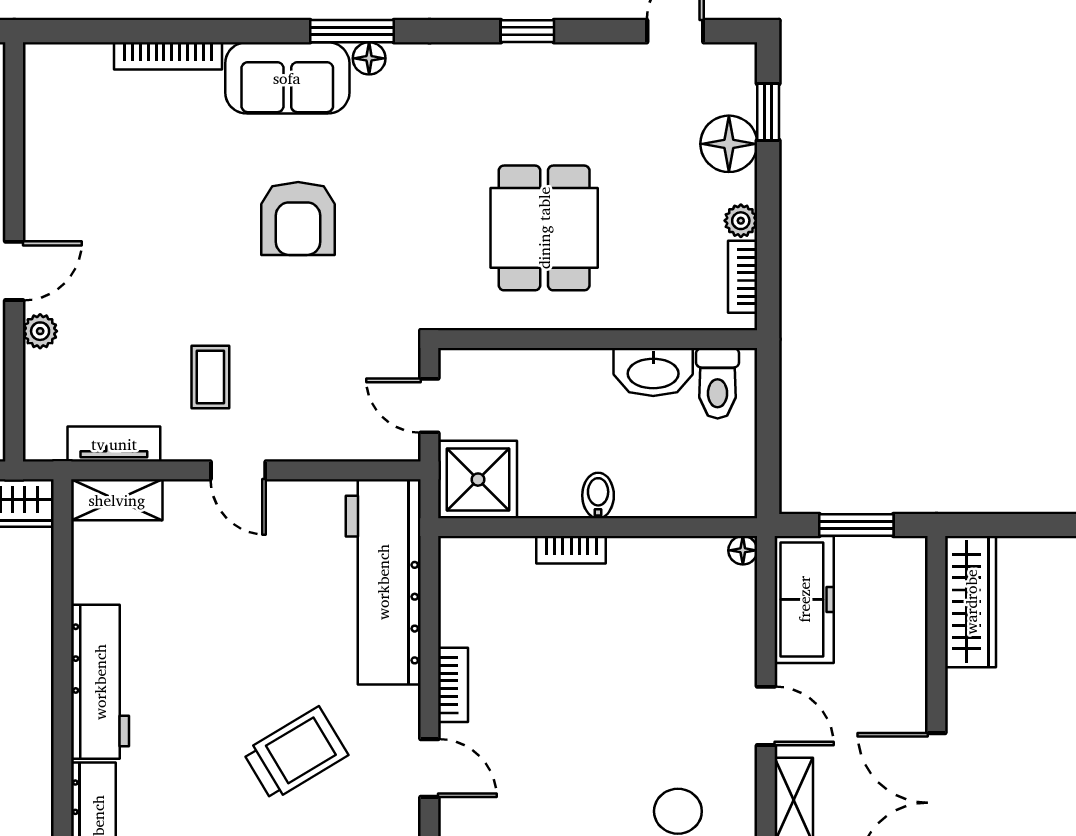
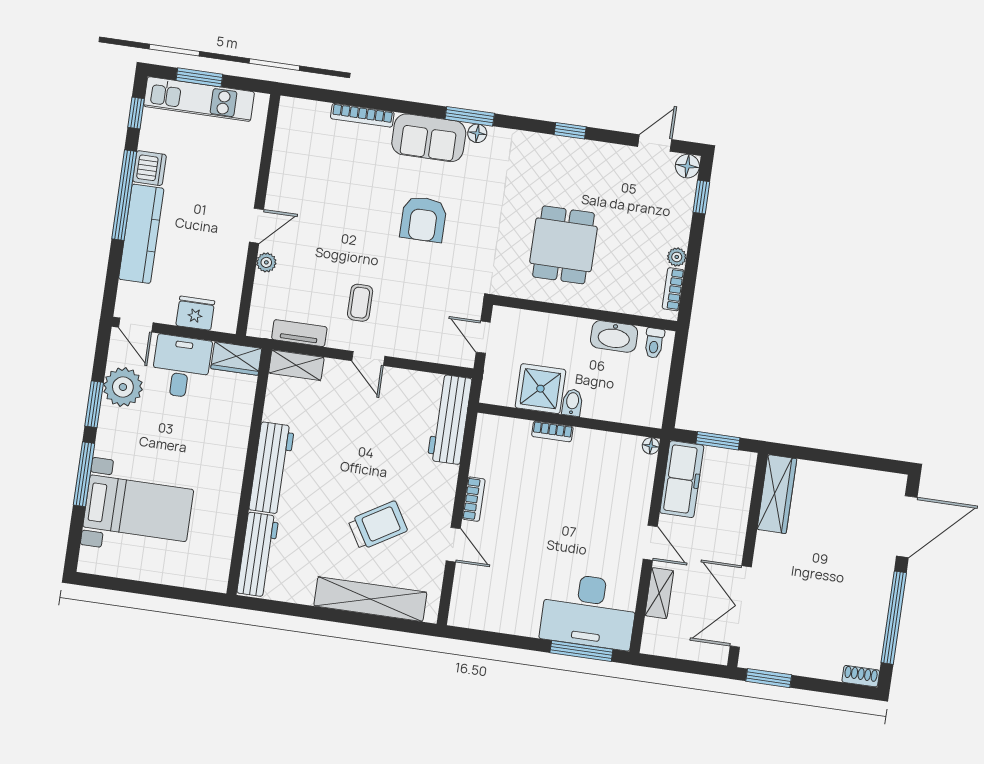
floor lamp: (729, 144) -> (687, 166), moved, width x0.73, depth x0.73
toilet: (718, 383) -> (654, 343), width x0.73, depth x0.72
shower: (478, 480) -> (540, 389), moved
workbench: (383, 582) -> (450, 419), width x0.73, depth x0.76

